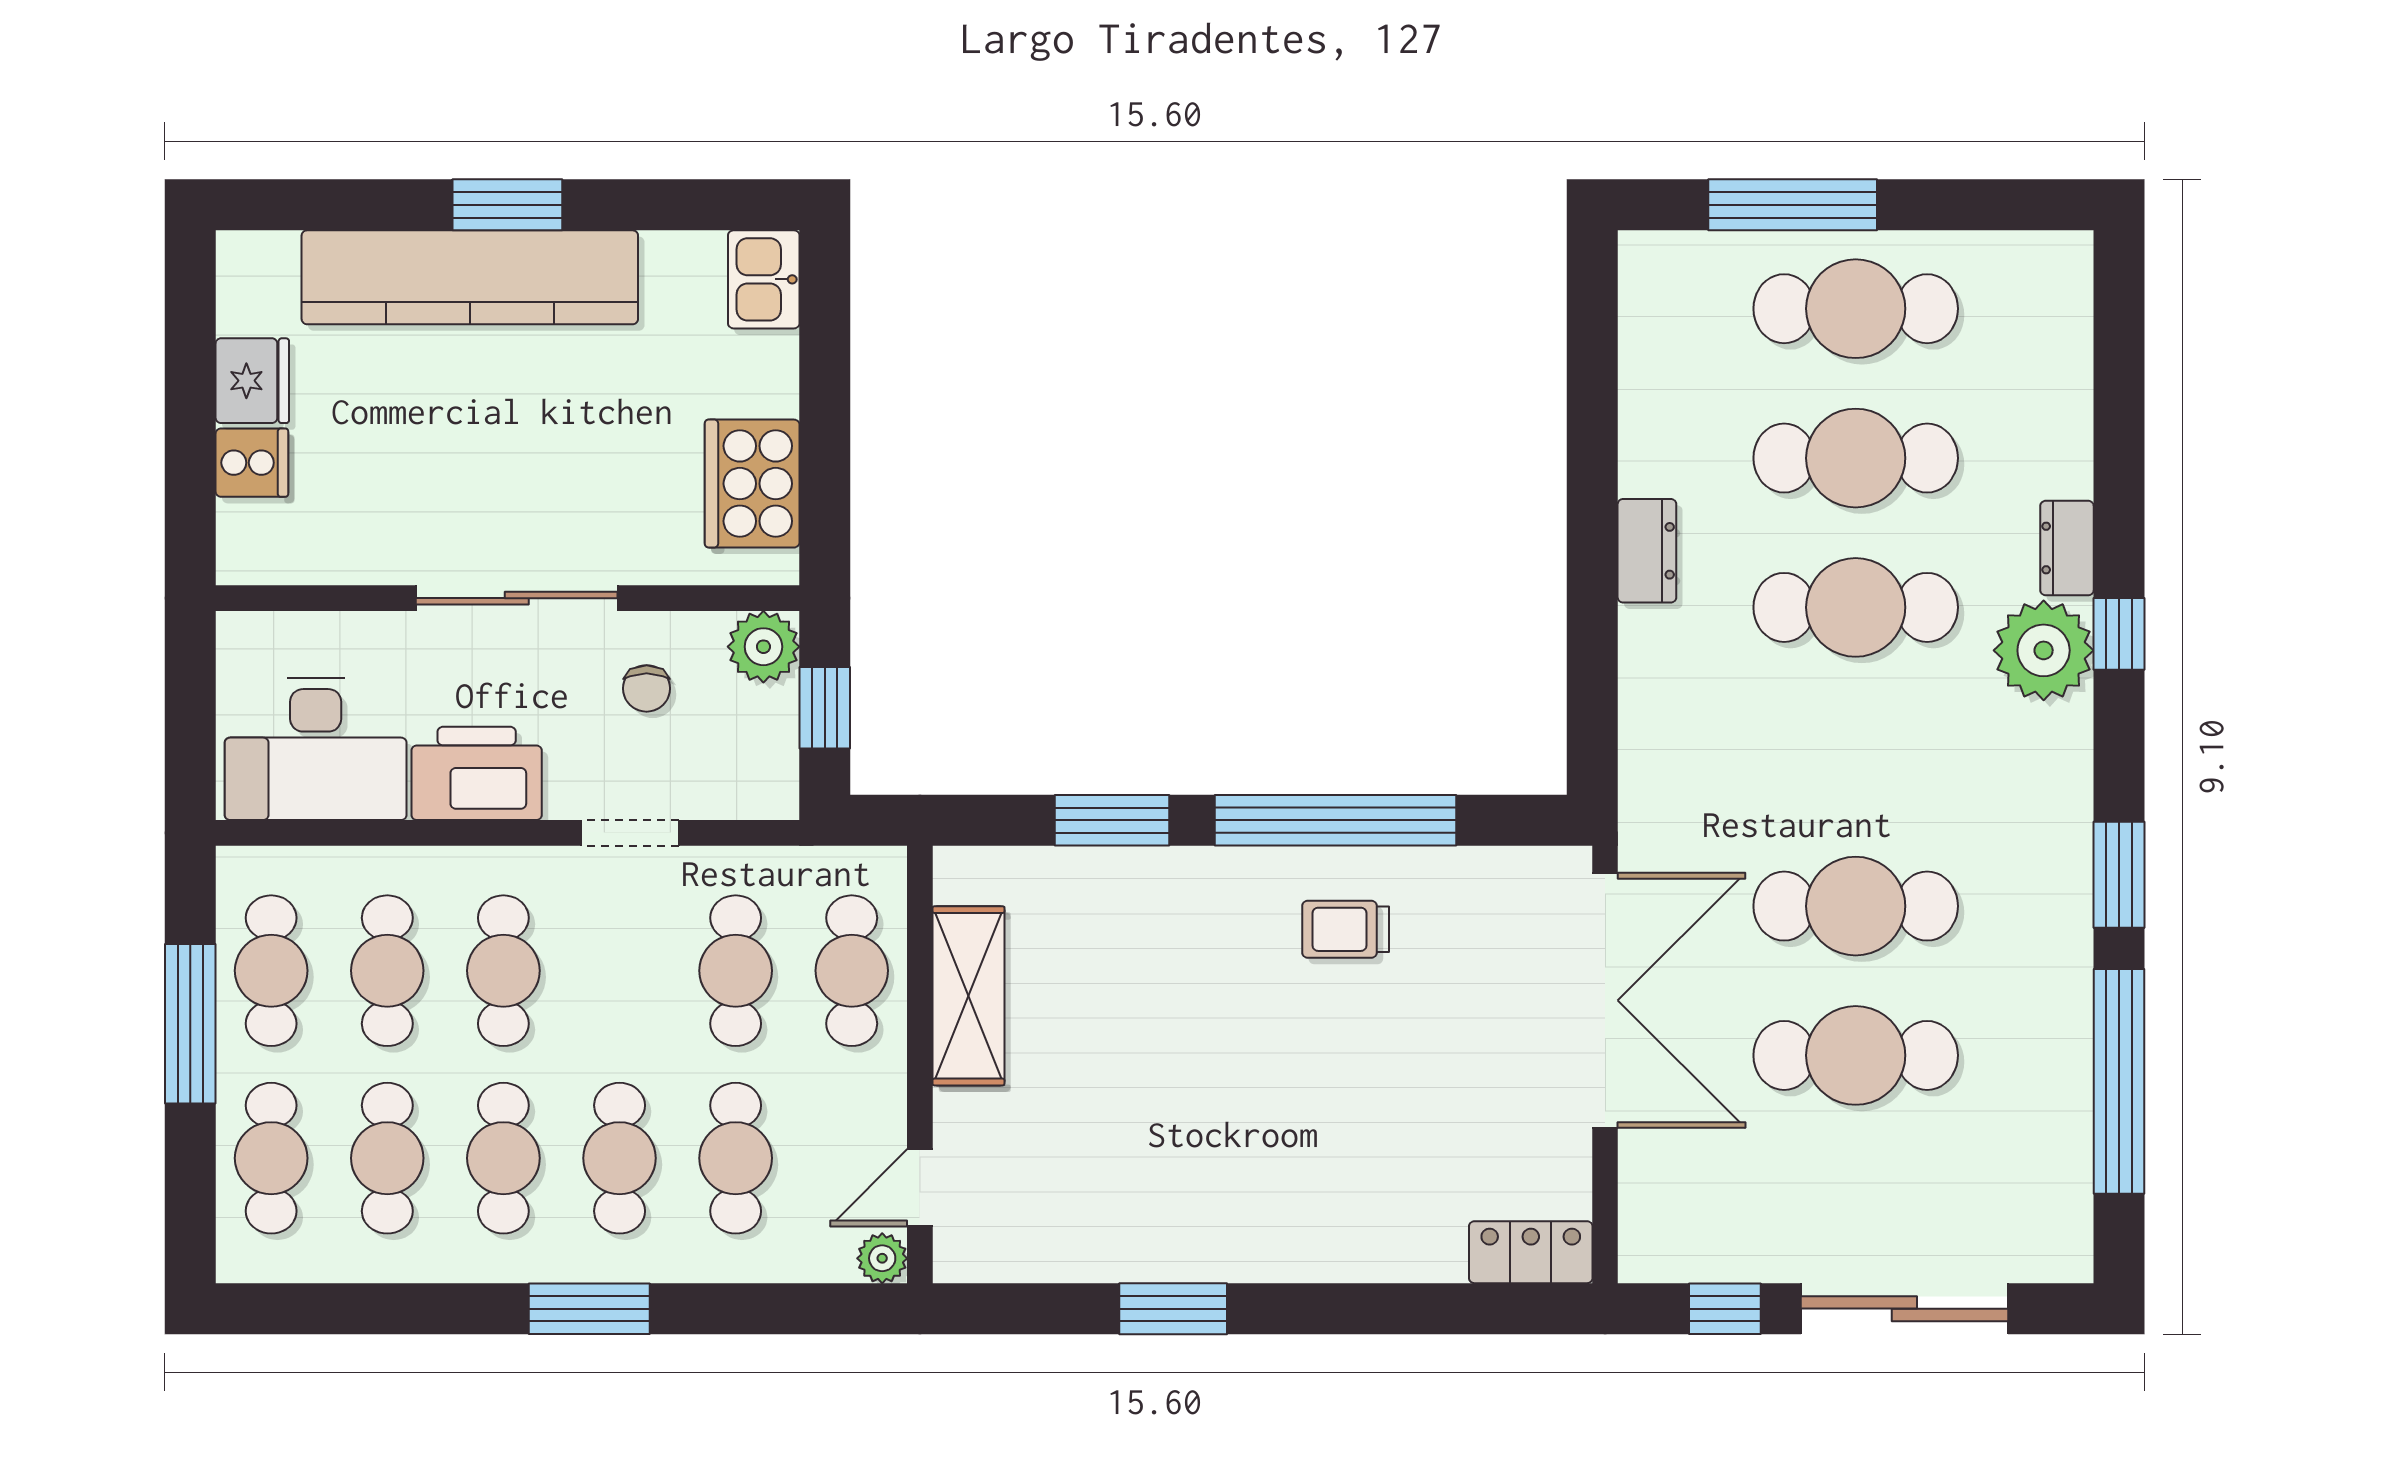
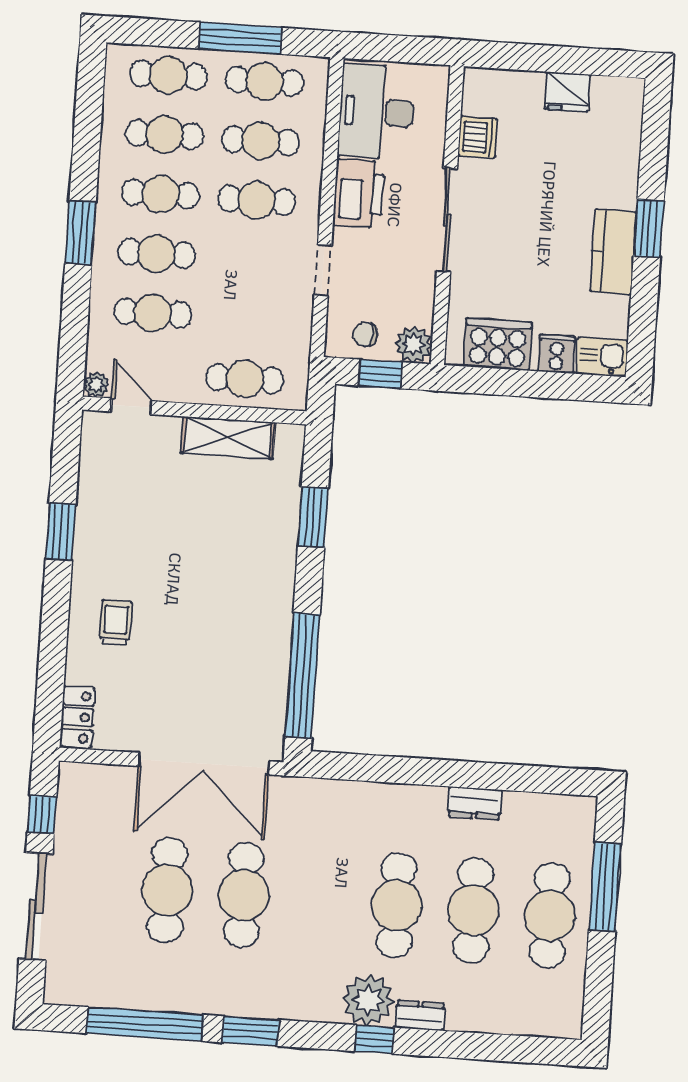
kitchen counter: (470, 277) -> (613, 252), width x0.48, depth x0.86
cooker: (252, 463) -> (556, 354), moved, turned 180
dishwasher: (352, 549) -> (478, 137), added
dresser: (1647, 551) -> (475, 803), moved
chair: (647, 688) -> (365, 334), moved
window: (1335, 820) -> (302, 676), moved
trolley: (1346, 929) -> (116, 623), moved
cafe table: (736, 971) -> (249, 319), removed

